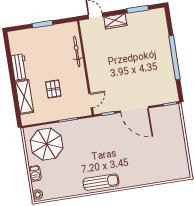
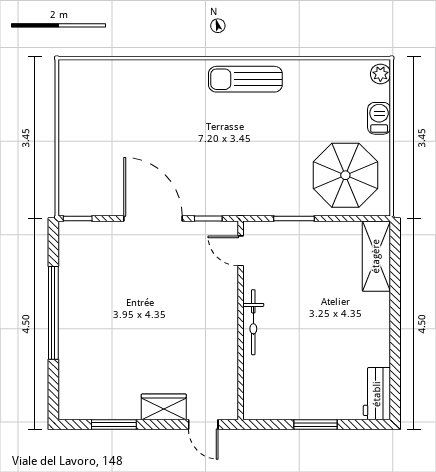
bicycle: (77, 51) -> (253, 322), moved
workbench: (19, 67) -> (377, 394), moved
pallet: (53, 89) -> (314, 287), removed
shelving: (24, 97) -> (376, 256), moved
door: (91, 101) -> (241, 251), hinge flipped

